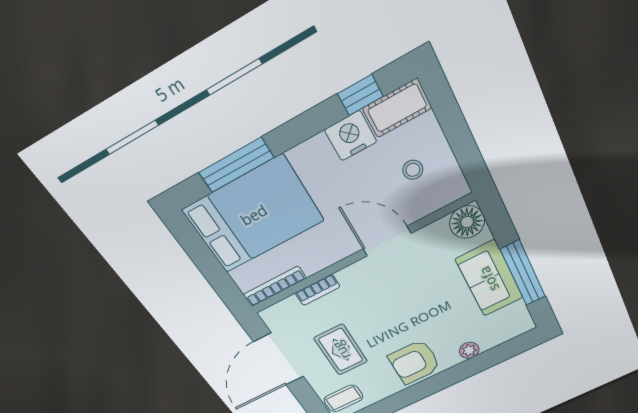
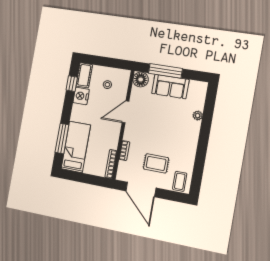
bed: (254, 215) -> (76, 147), width x0.67
window: (523, 273) -> (165, 71), moved
armchair: (415, 362) -> (185, 140), removed

